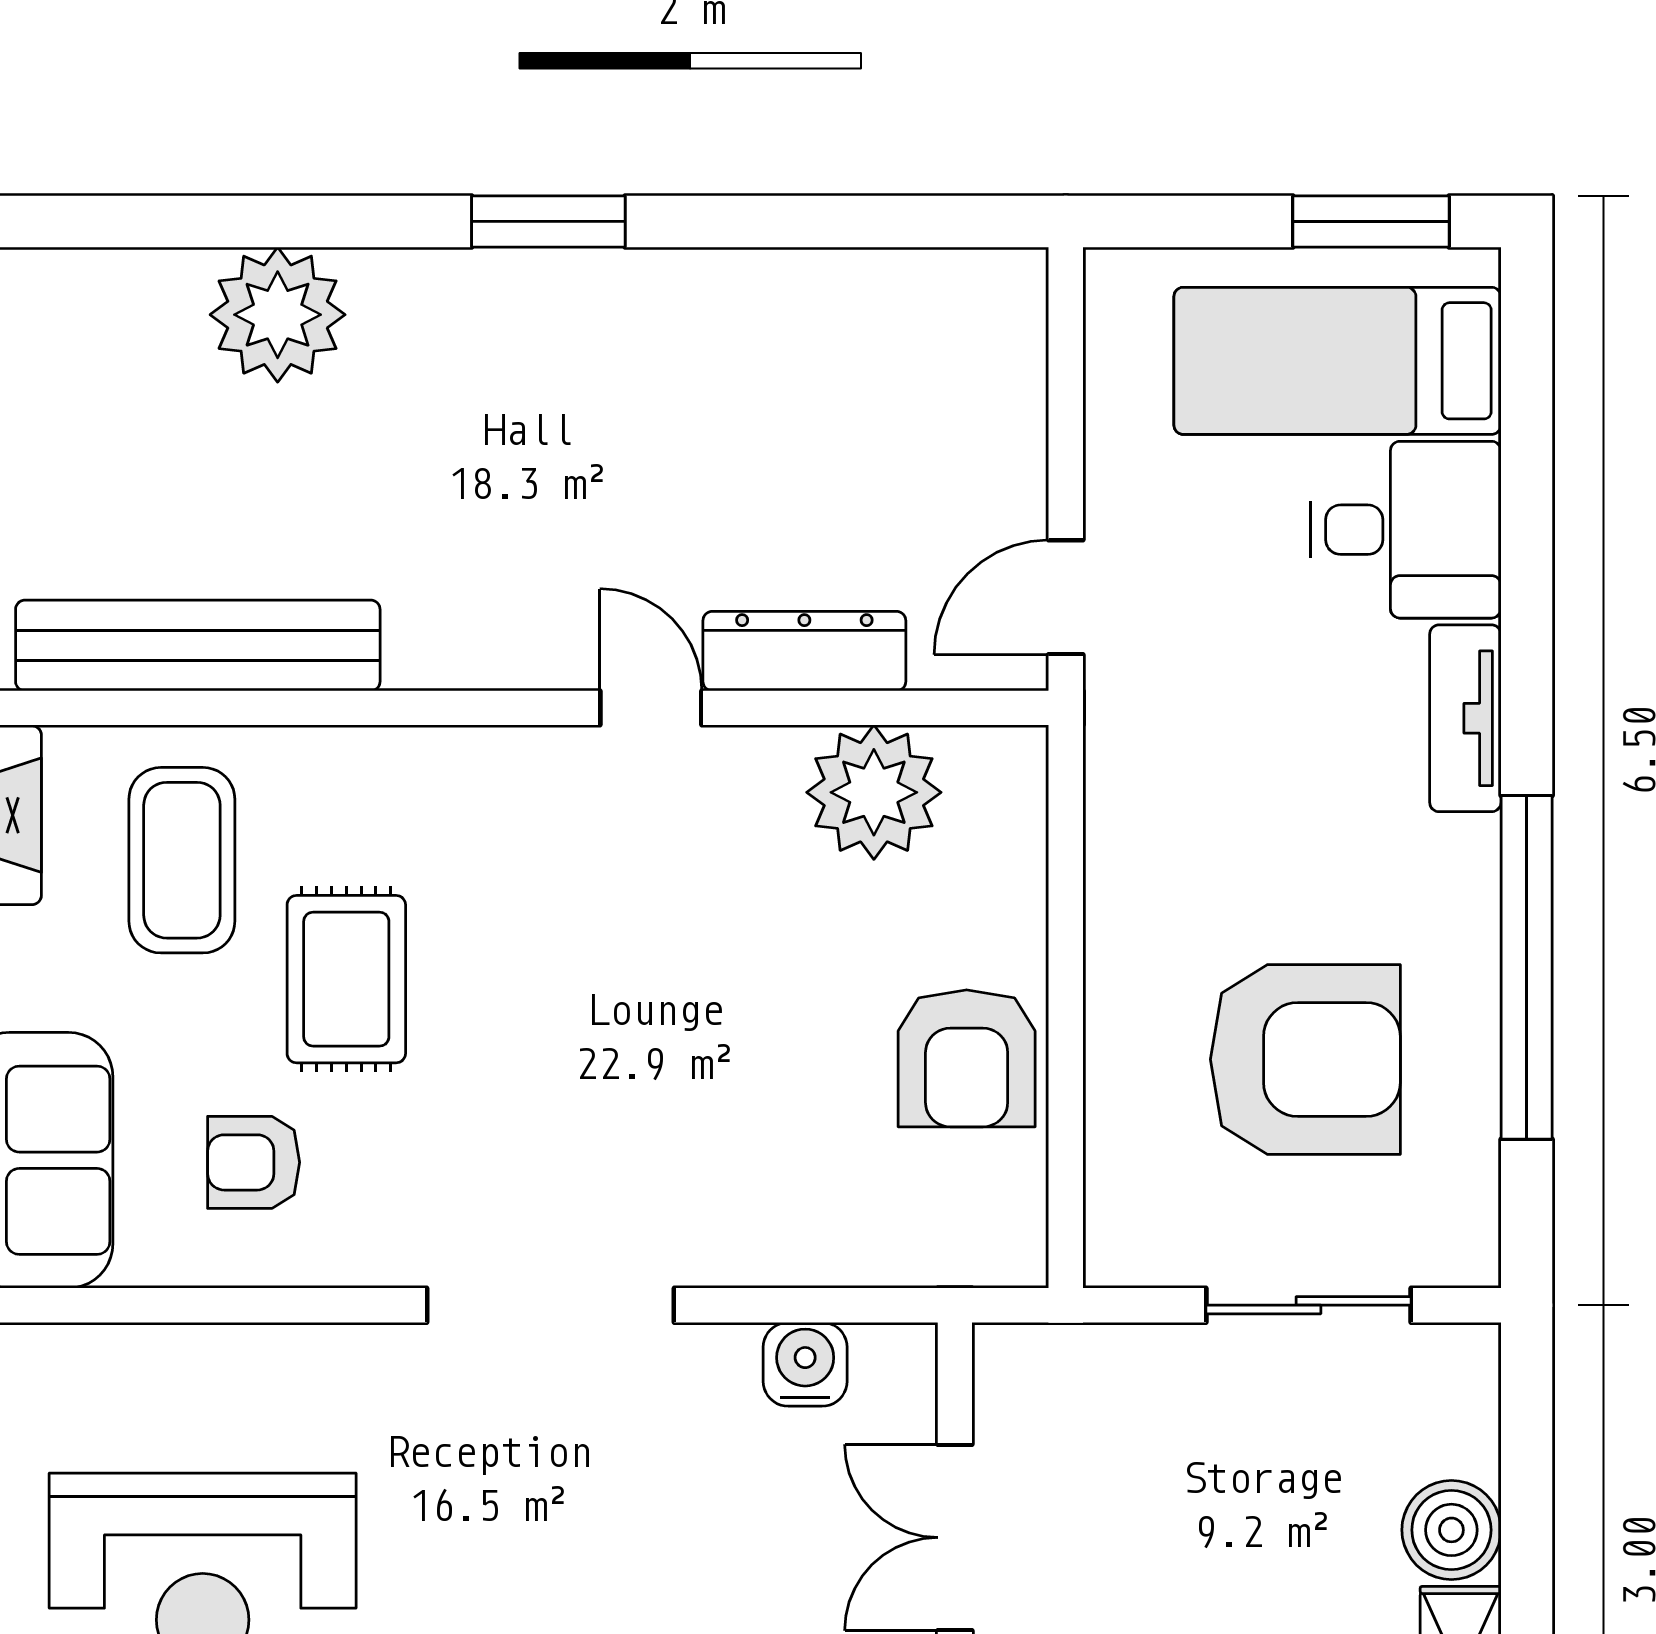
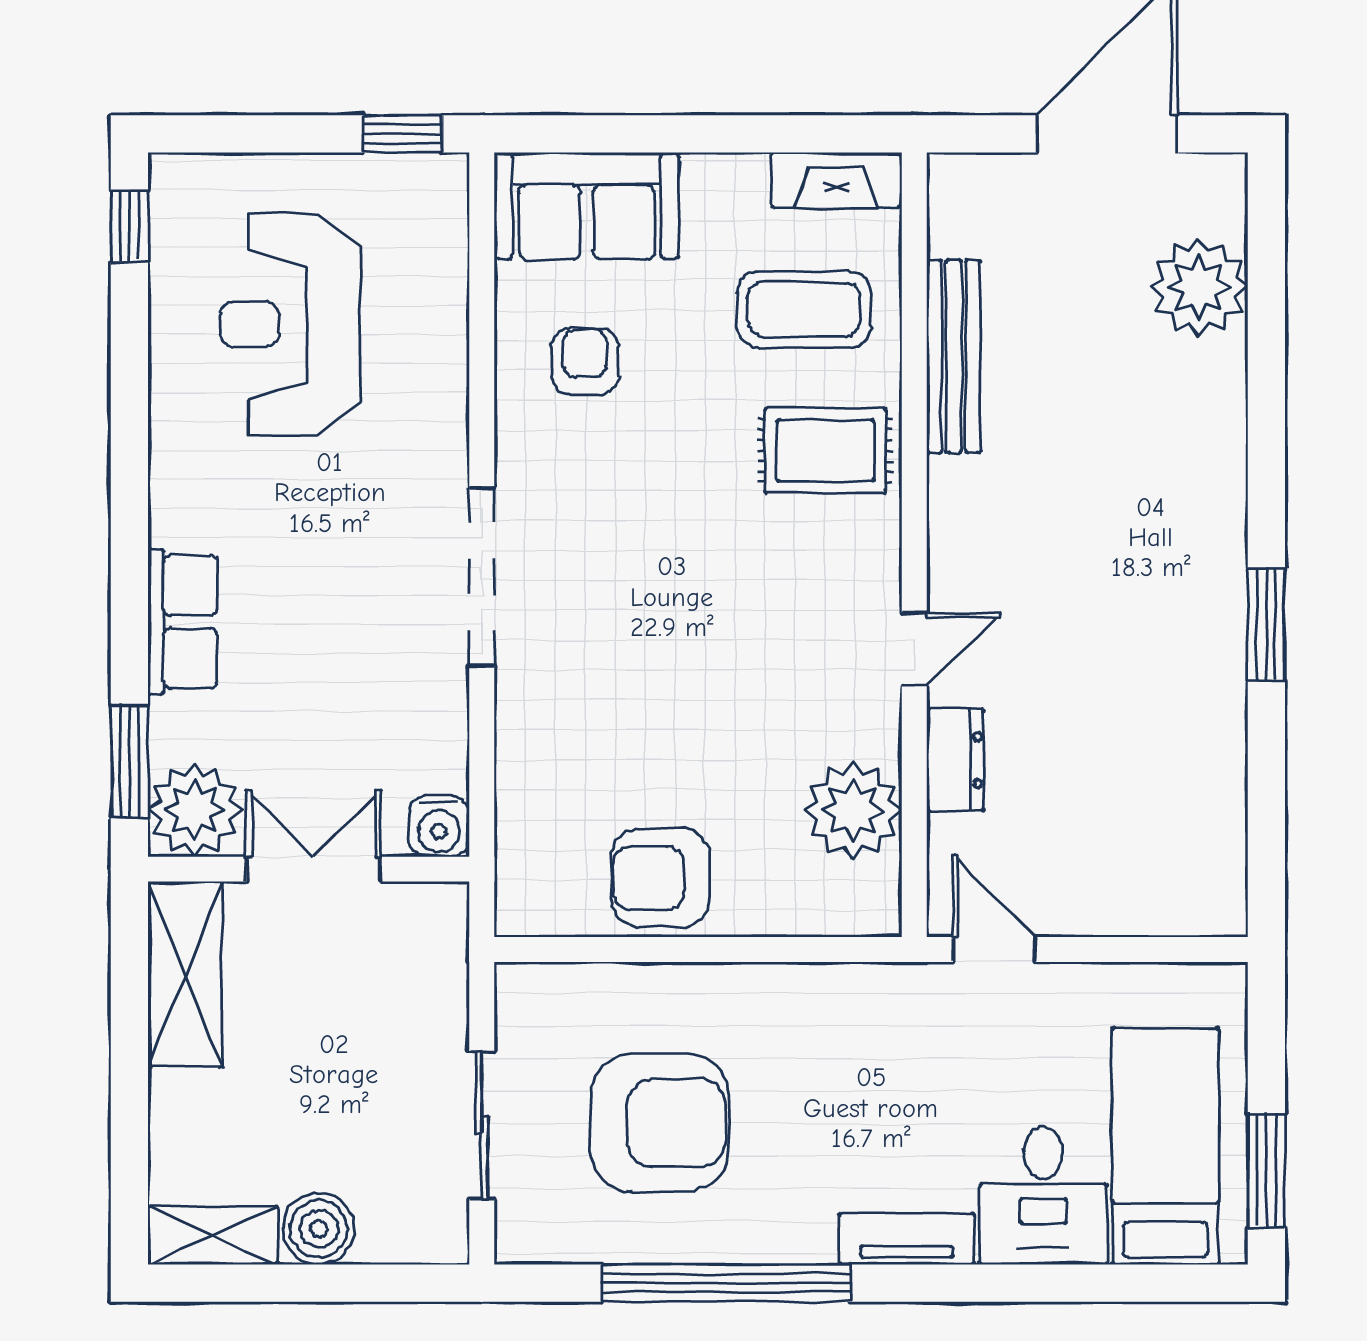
window: (548, 221) -> (1266, 624), moved
plant: (278, 315) -> (1199, 287), moved
bench: (198, 645) -> (954, 356), width x0.73, depth x0.82
dresser: (804, 651) -> (955, 760), width x0.70
rug: (346, 979) -> (825, 451), moved
armchair: (1305, 1059) -> (660, 1123), turned -90
water cooler: (805, 1364) -> (439, 826), moved, turned 90

